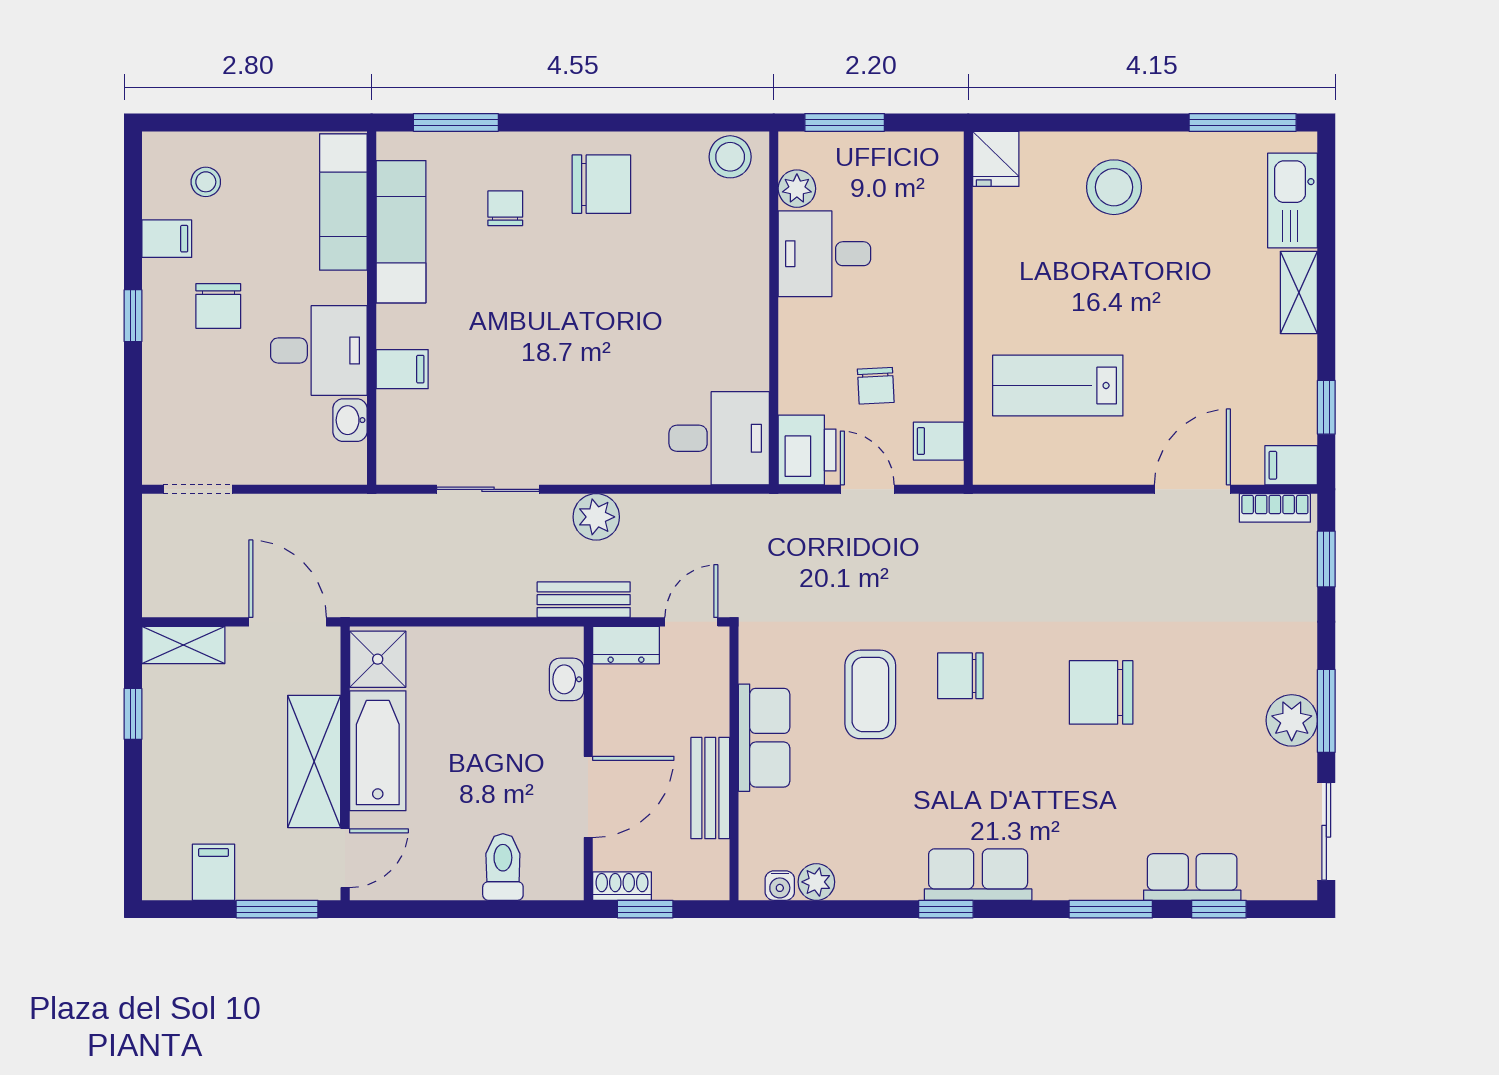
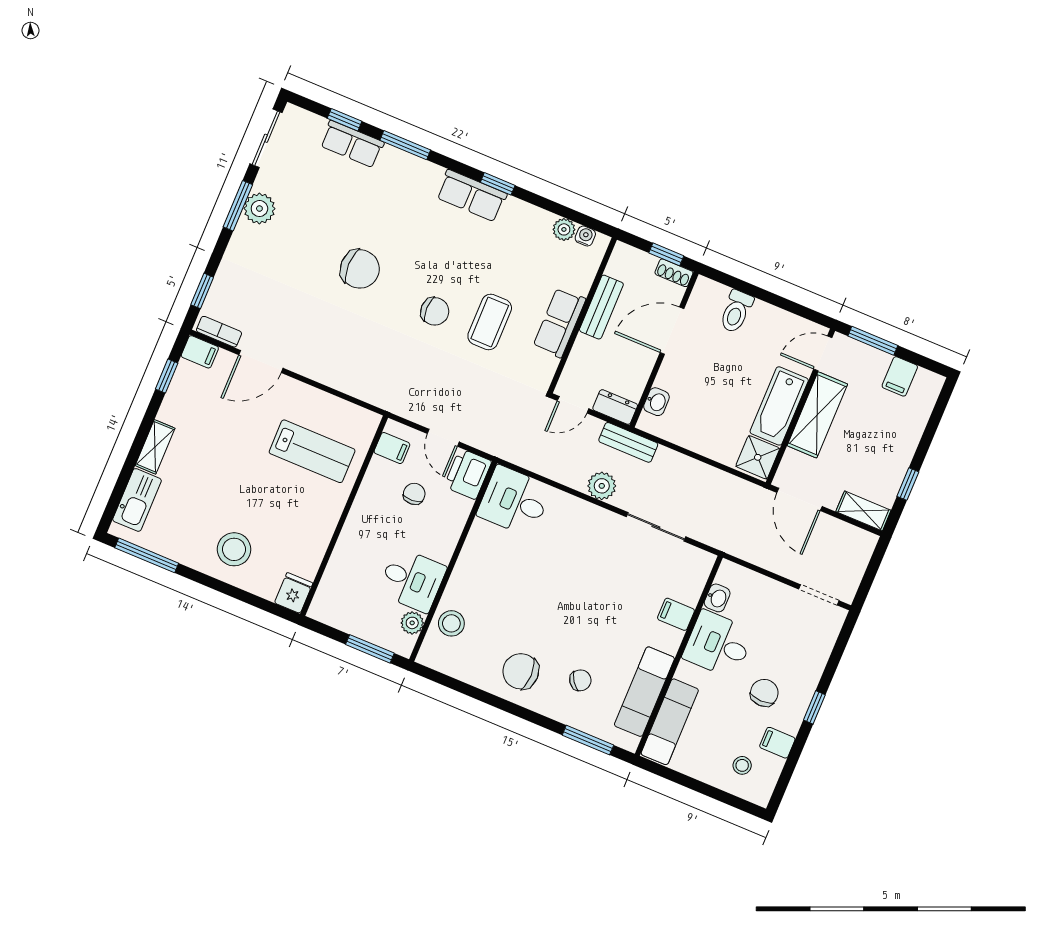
stool: (730, 157) -> (451, 623), moved
chair: (505, 208) -> (580, 680), turned -125

